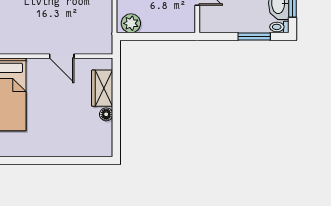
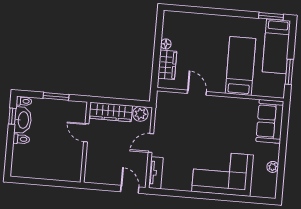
wardrobe: (169, 22) -> (111, 112), added
window: (254, 36) -> (56, 96), moved

